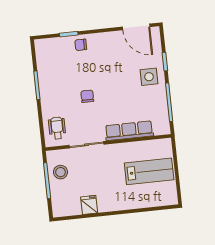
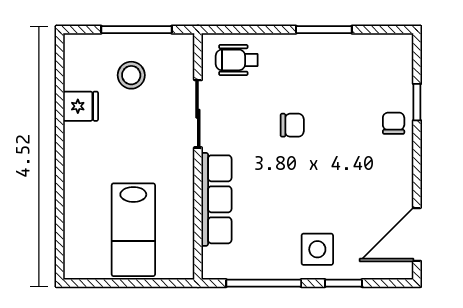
wheelchair: (57, 128) -> (237, 60), turned 180
stool: (60, 172) -> (131, 75), moved

